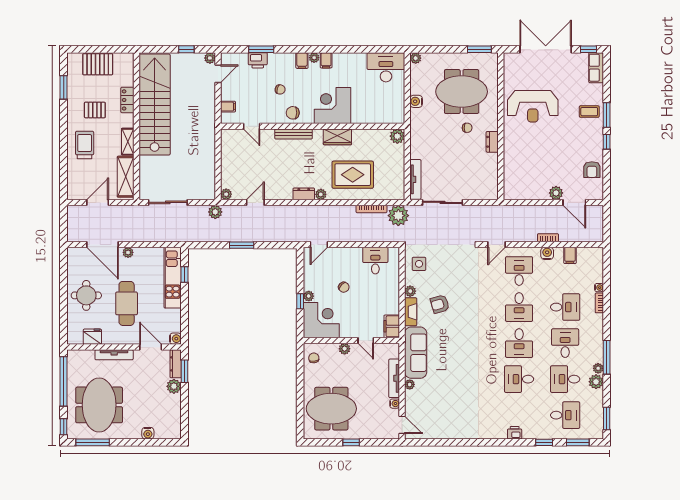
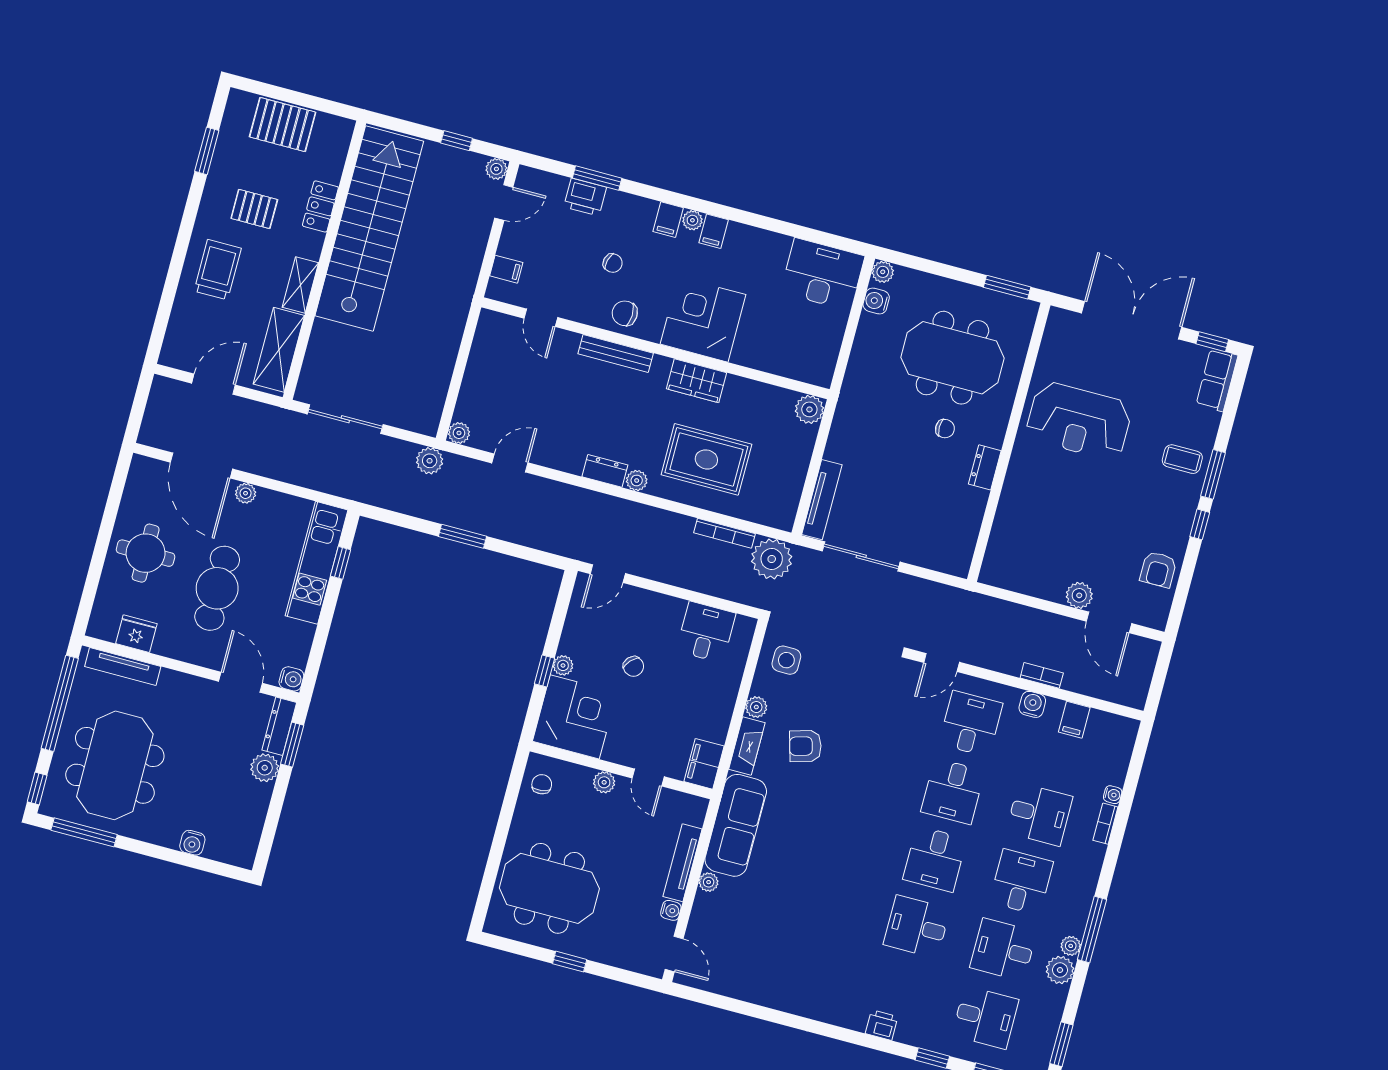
water cooler: (416, 101) -> (876, 301), moved
tv unit: (114, 355) -> (123, 667), moved

